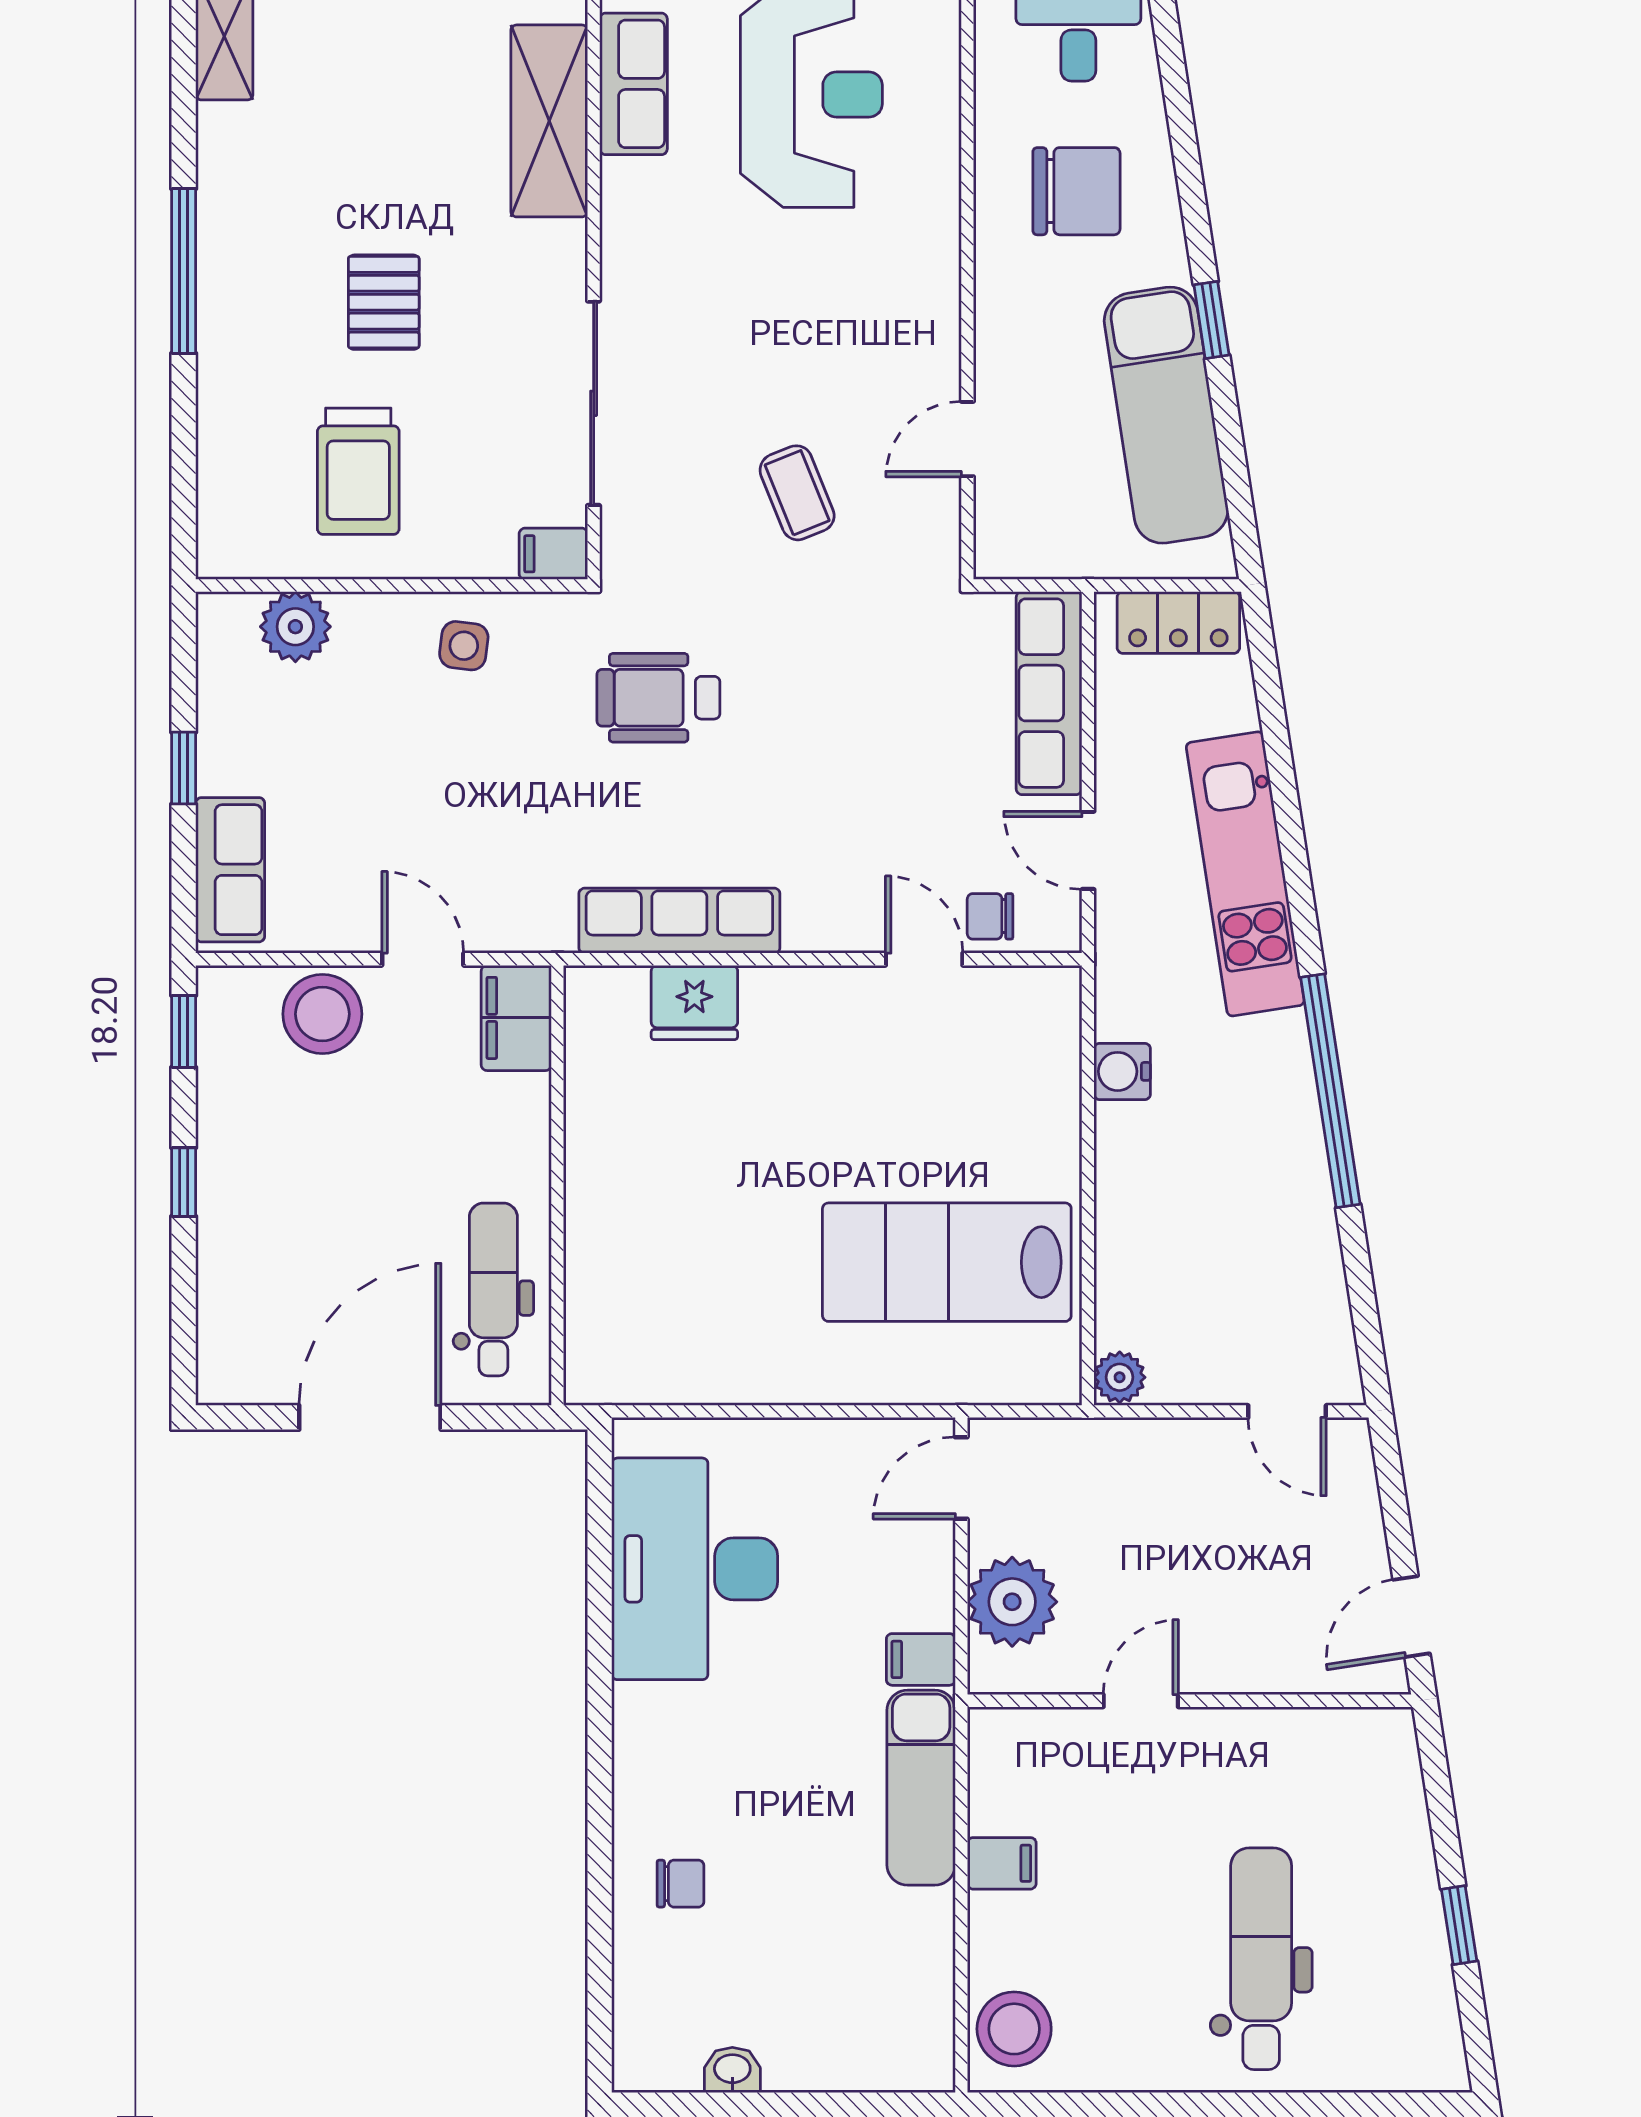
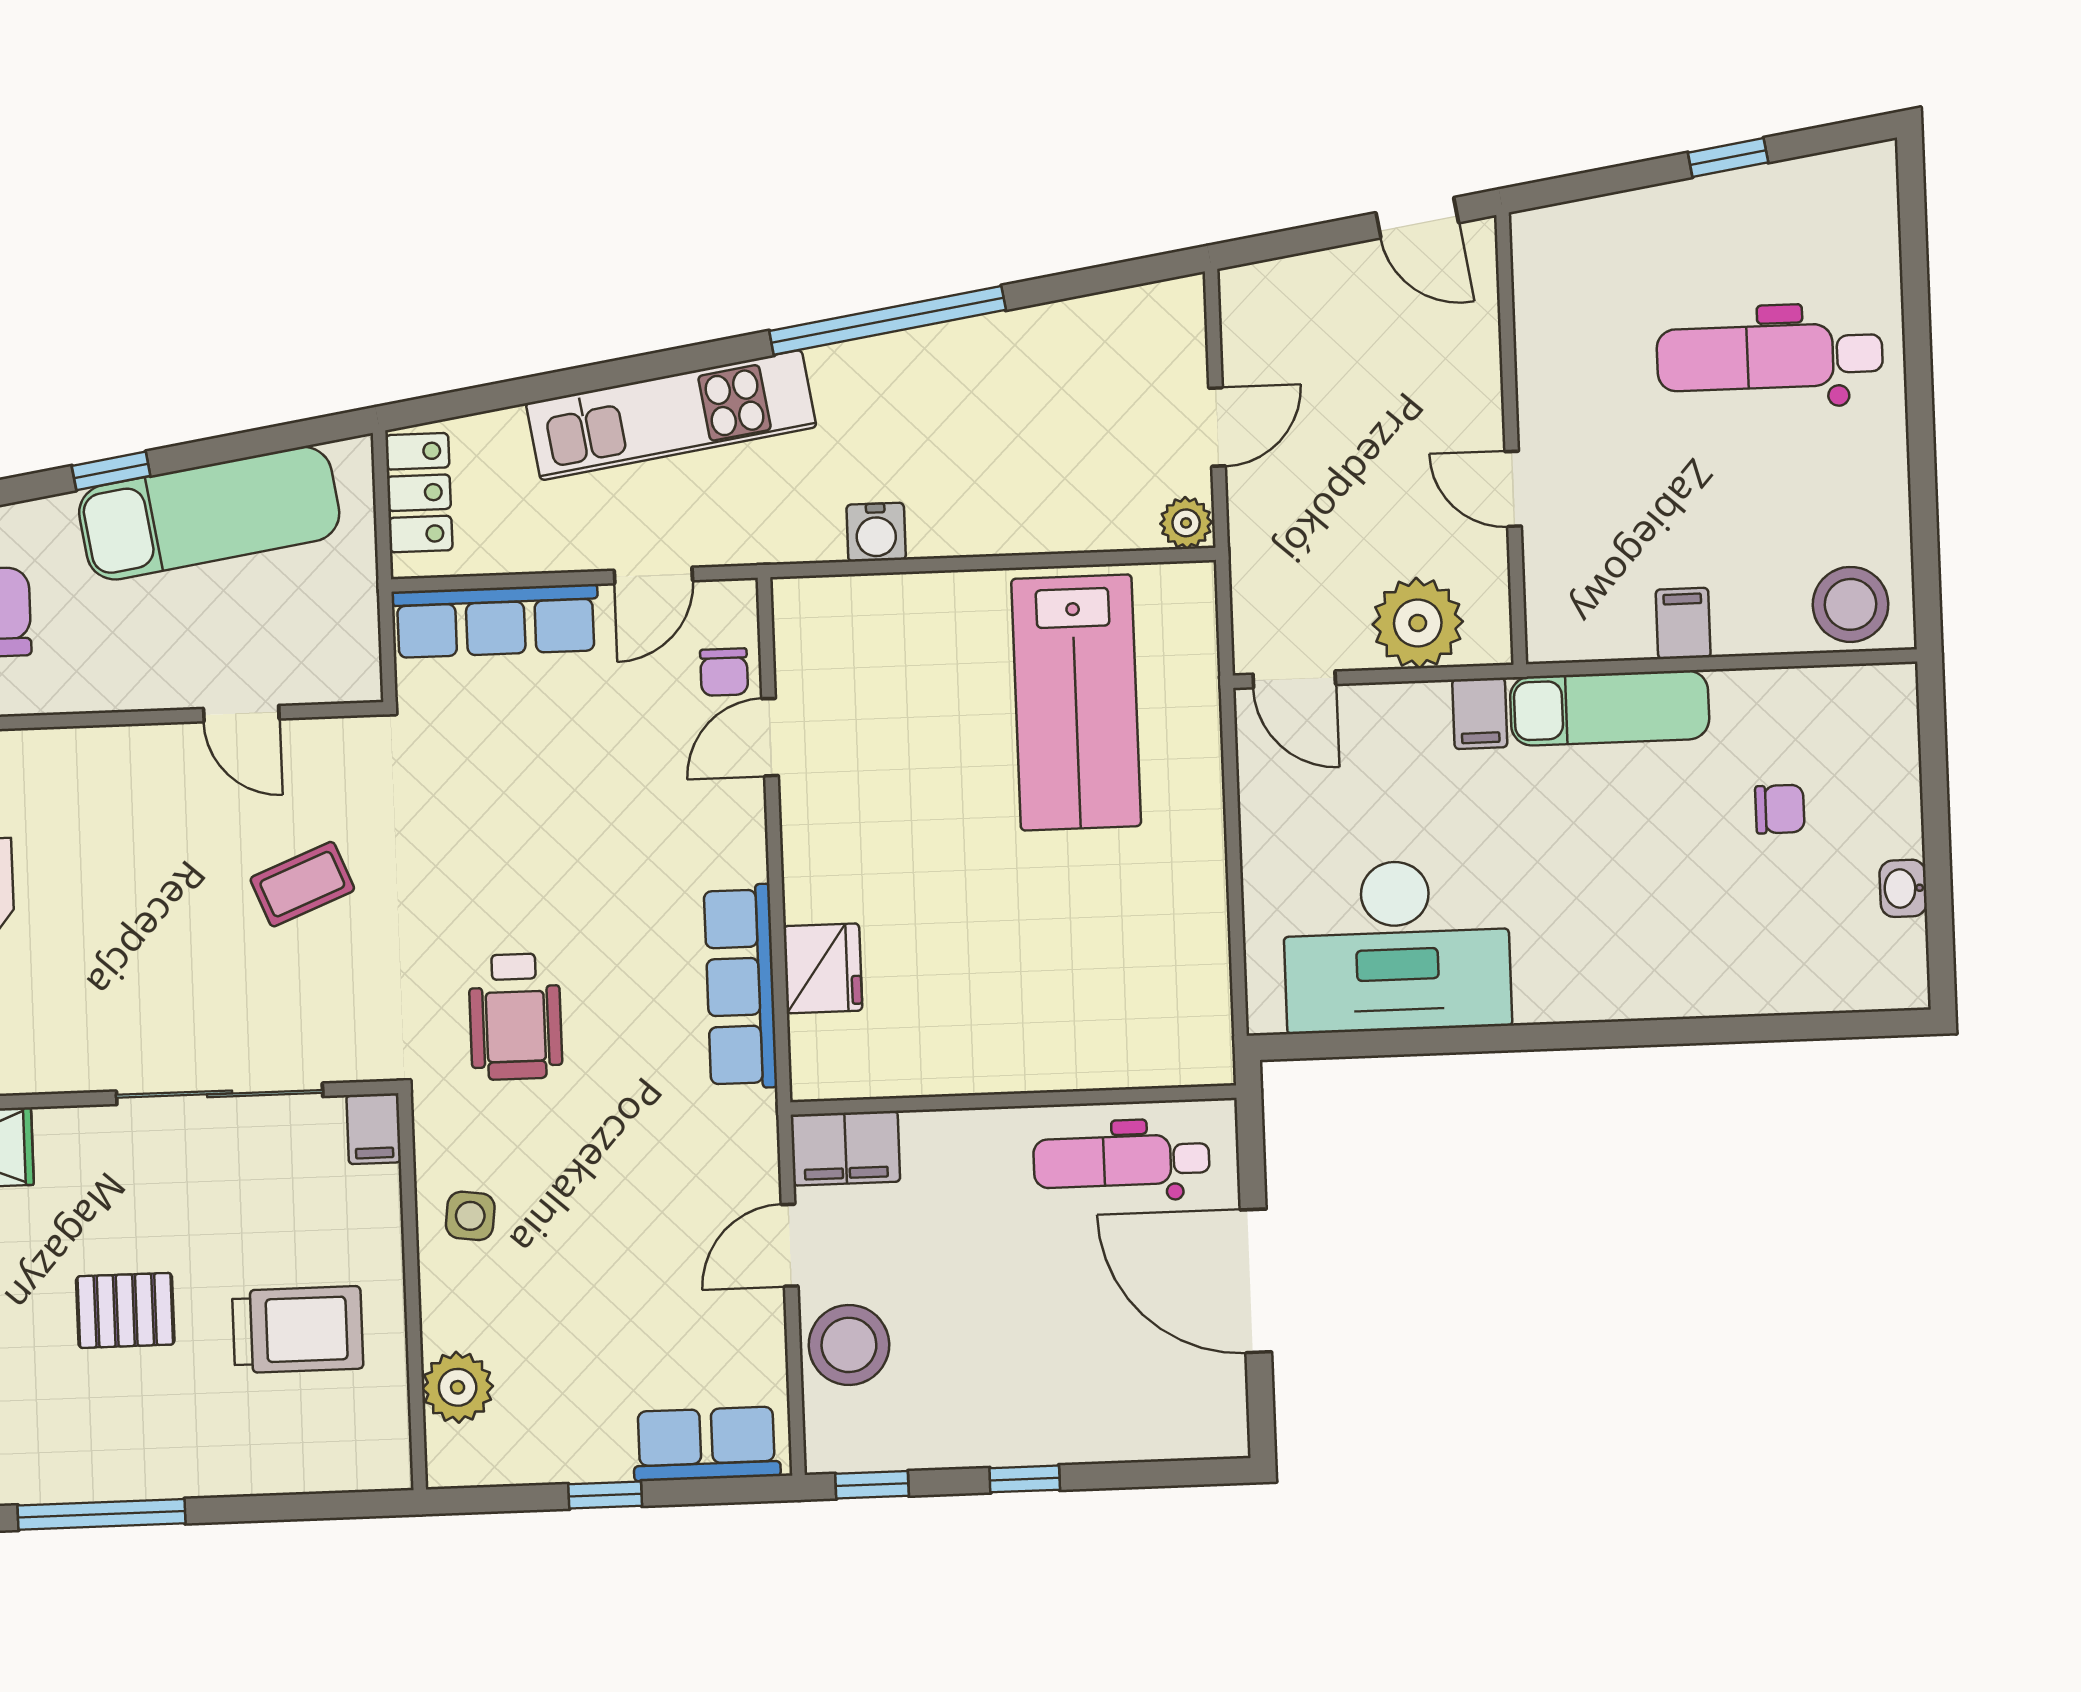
door: (1287, 1411) -> (1217, 427), moved
chair: (681, 1884) -> (1780, 809), moved, turned 90

